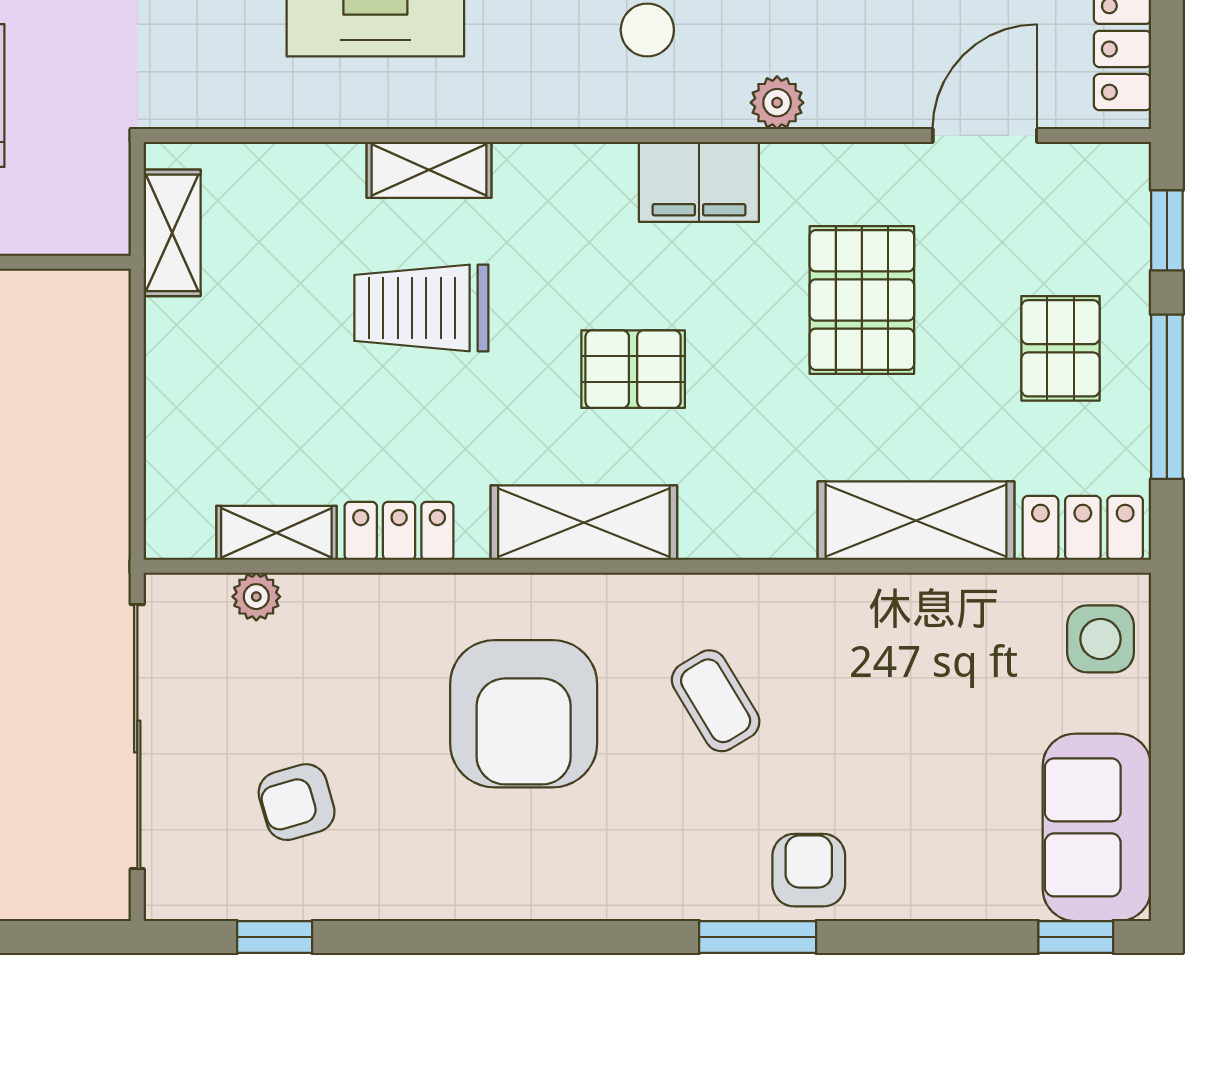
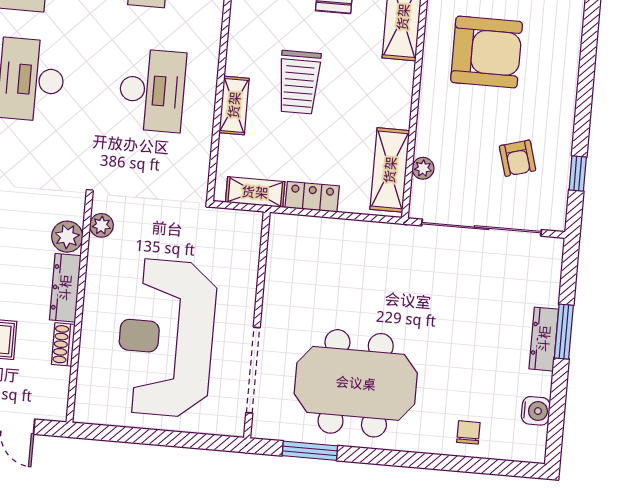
shelving: (429, 170) -> (234, 105), moved
locker: (399, 531) -> (312, 197), moved, turned 90
shelving: (276, 533) -> (390, 170), width x1.50, depth x1.33

